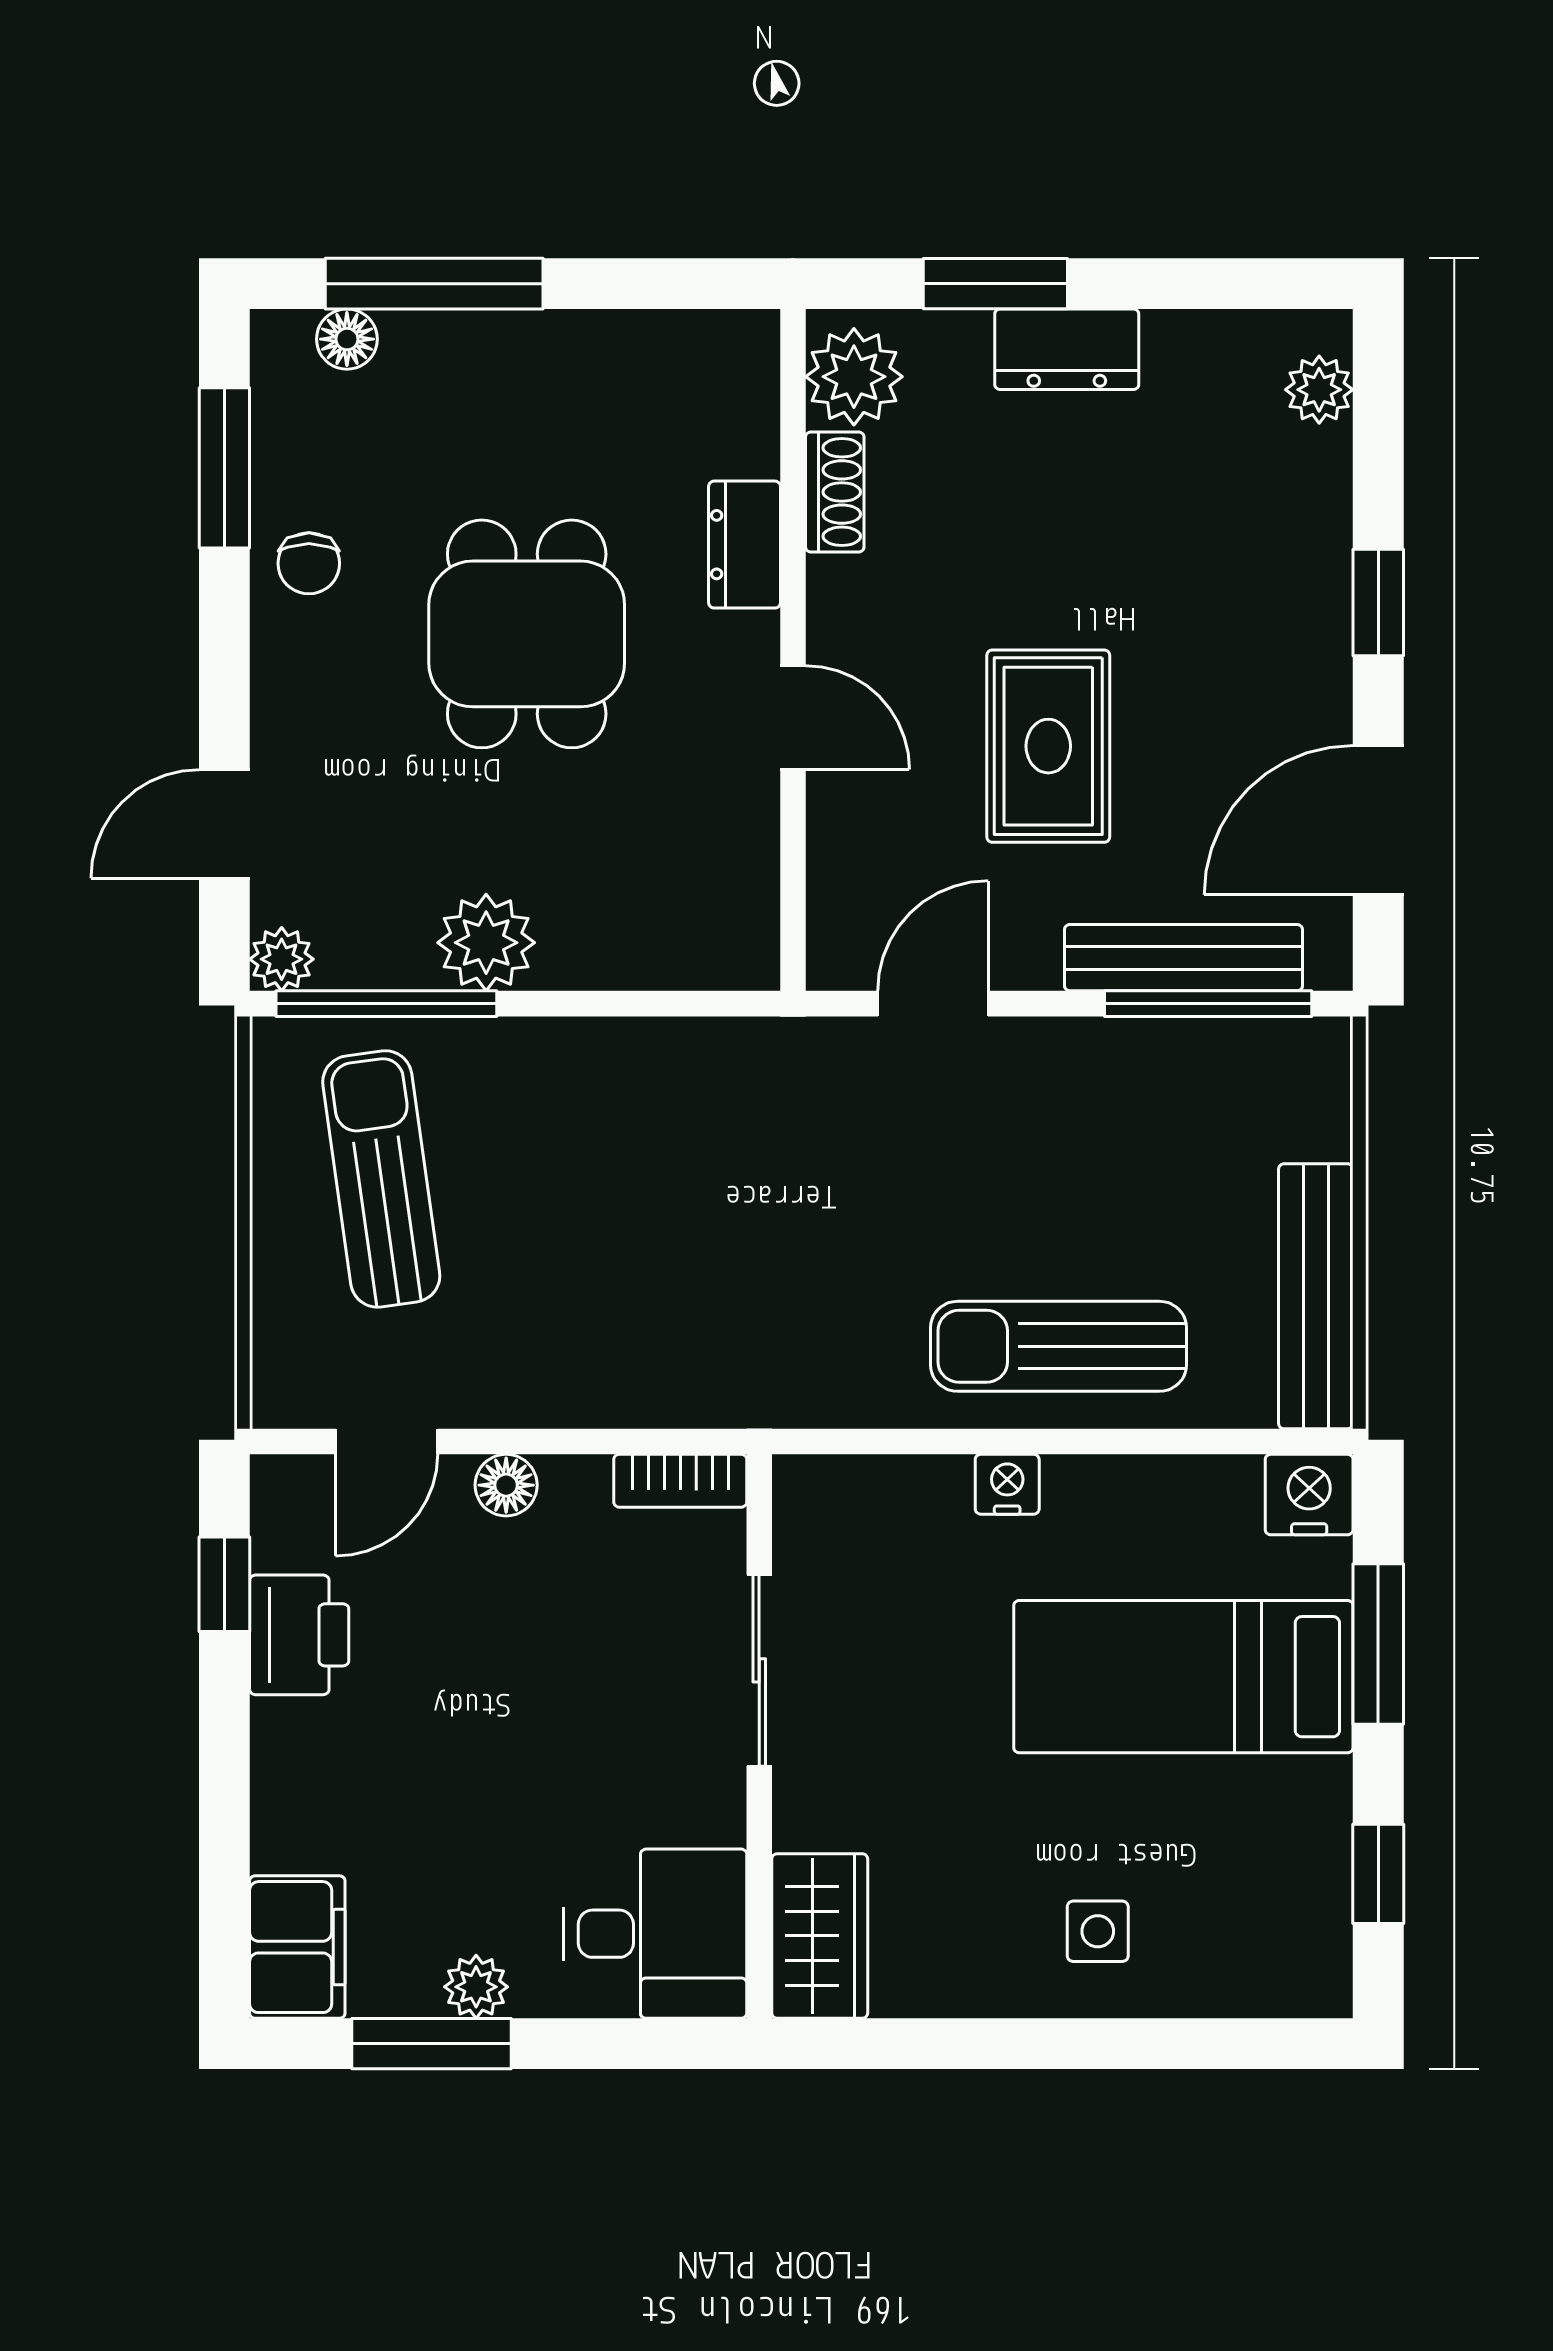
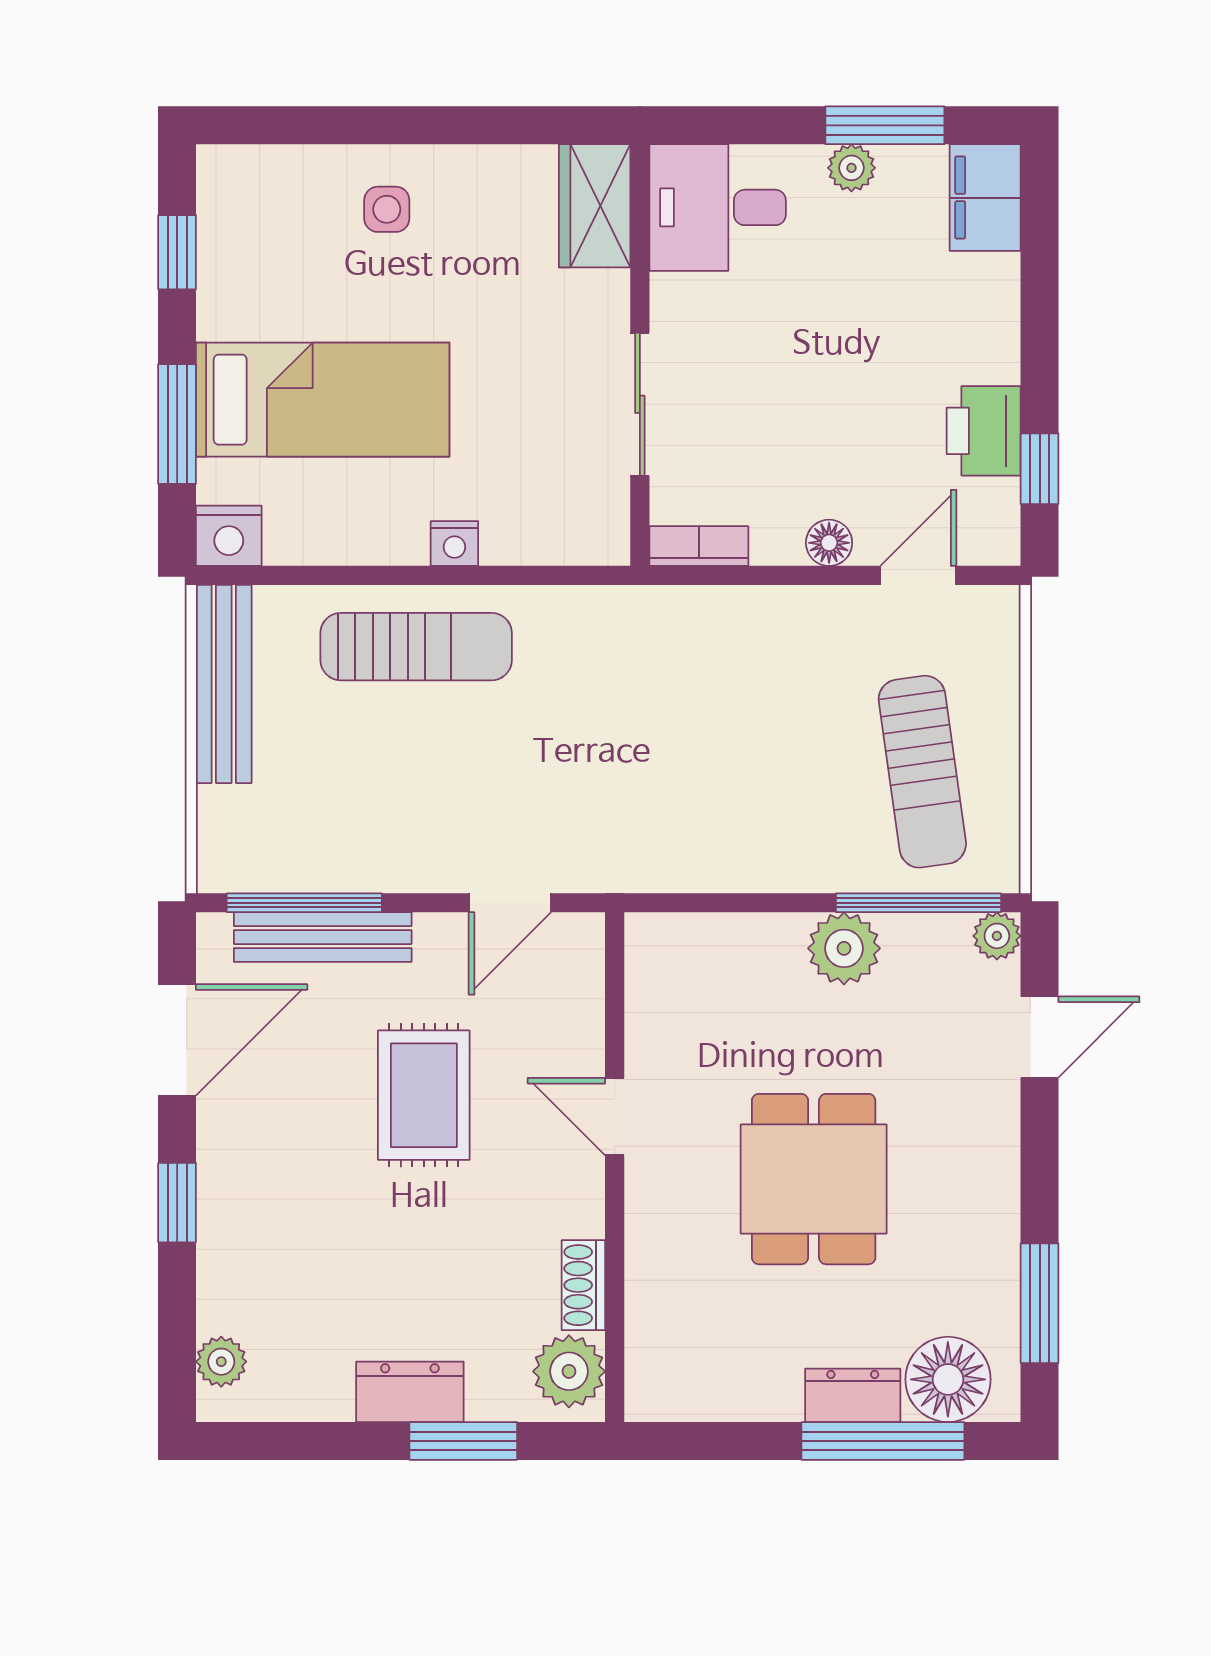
floor lamp: (347, 339) -> (948, 1379), width x1.89, depth x1.89
dresser: (745, 545) -> (853, 1395), moved, turned -90
chair: (309, 563) -> (976, 1232), removed

